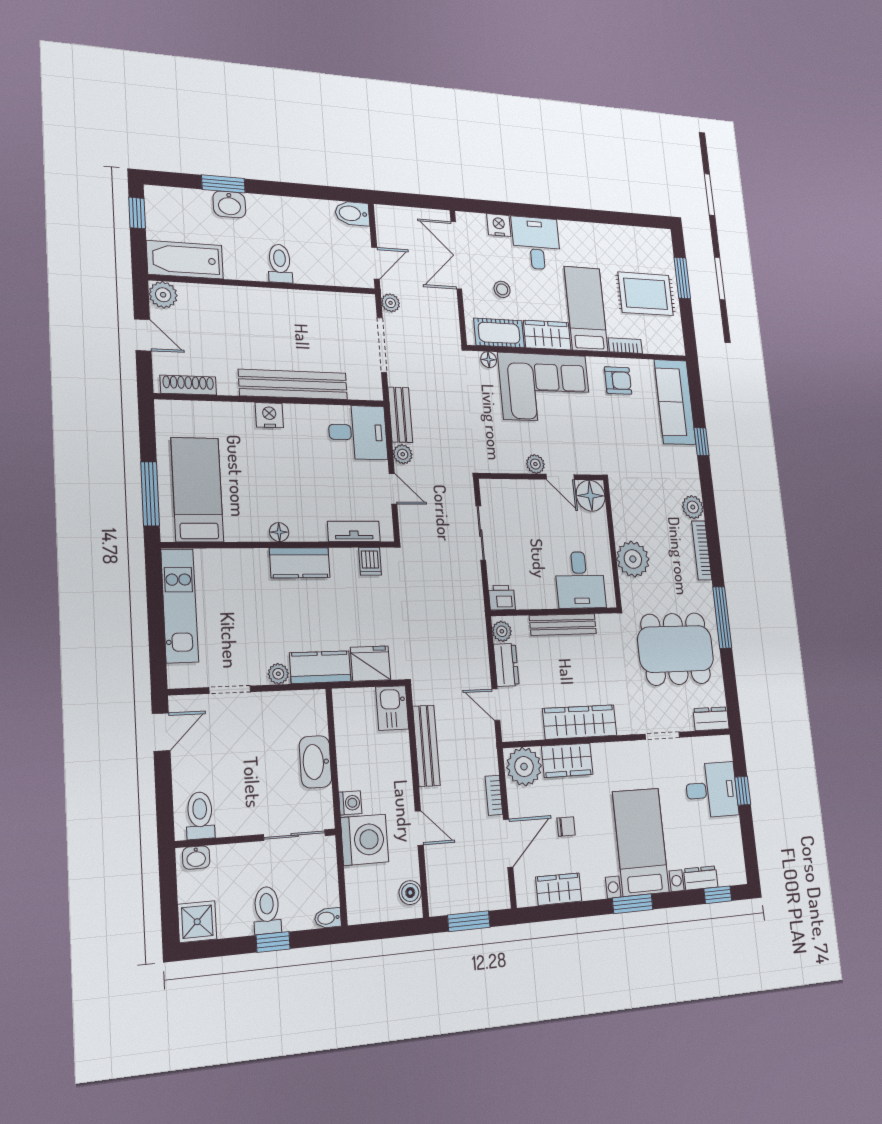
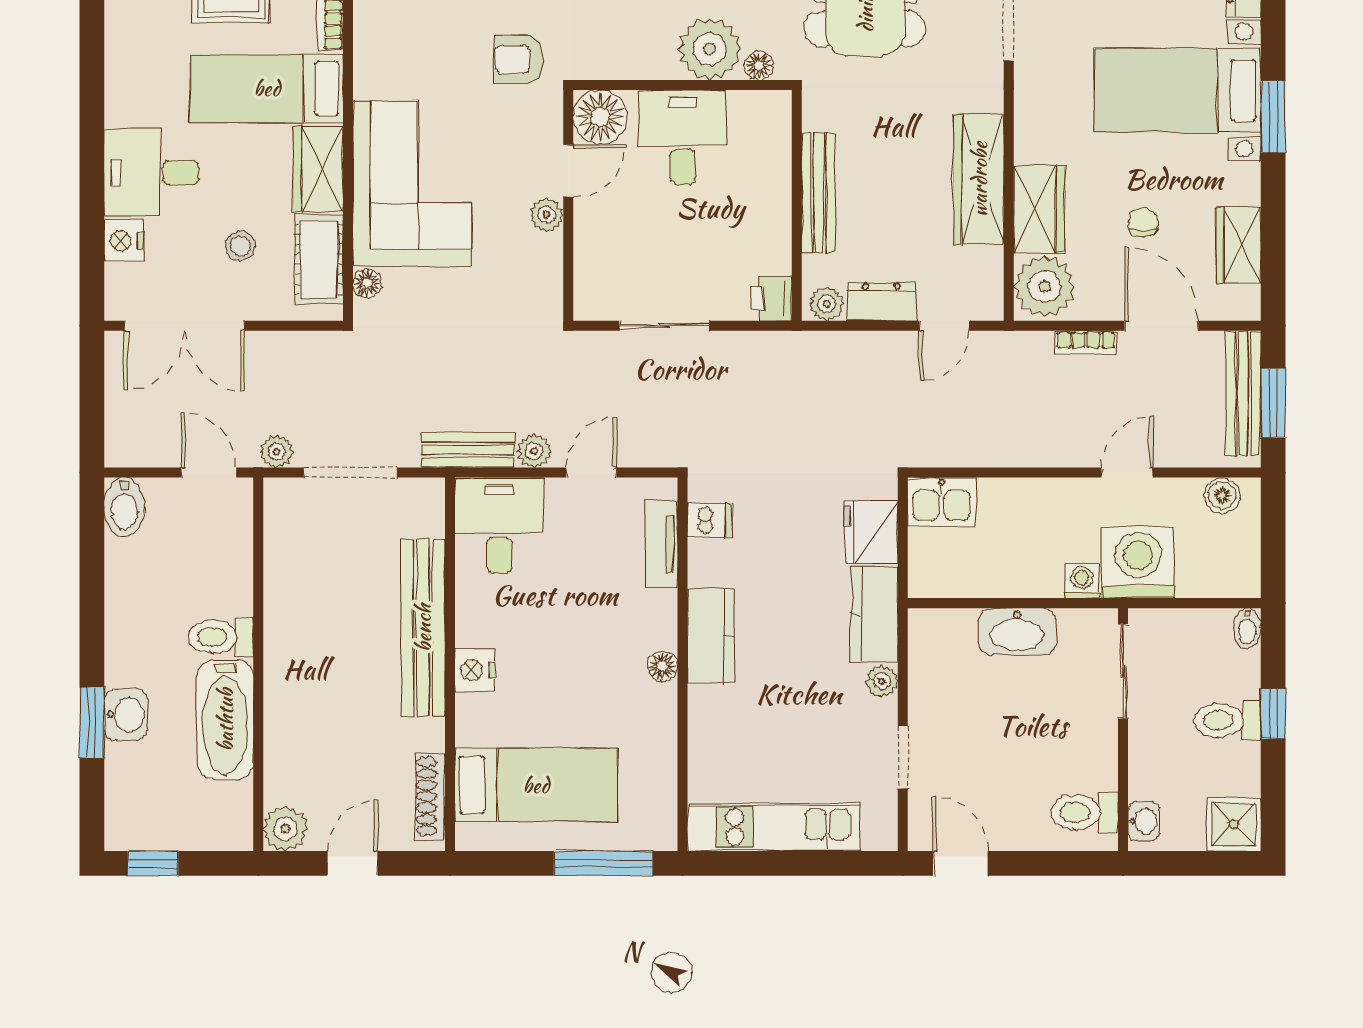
bathtub: (185, 260) -> (225, 720), moved
armchair: (618, 380) -> (519, 60), moved, turned -90
bed: (197, 490) -> (536, 785), moved, turned 180
desk: (580, 580) -> (683, 137), moved, turned -90
floor lamp: (627, 588) -> (759, 66), added
bench: (426, 746) -> (1243, 393), moved, turned 90

